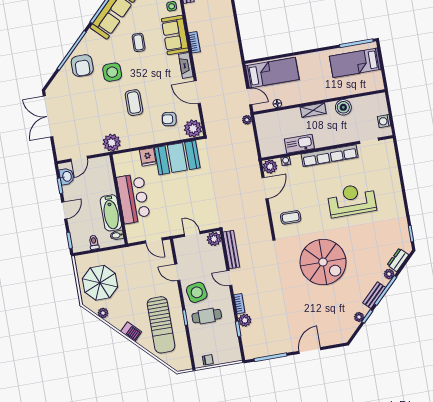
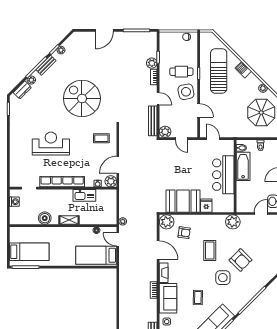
armchair: (82, 66) -> (241, 260), moved, turned 135
reception desk: (352, 200) -> (51, 144), turned 180

